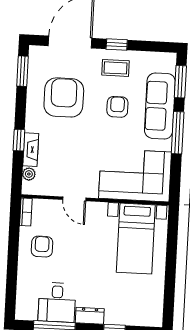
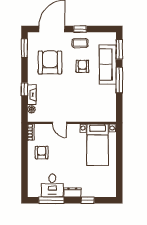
corner sofa: (135, 175) -> (95, 107), removed

